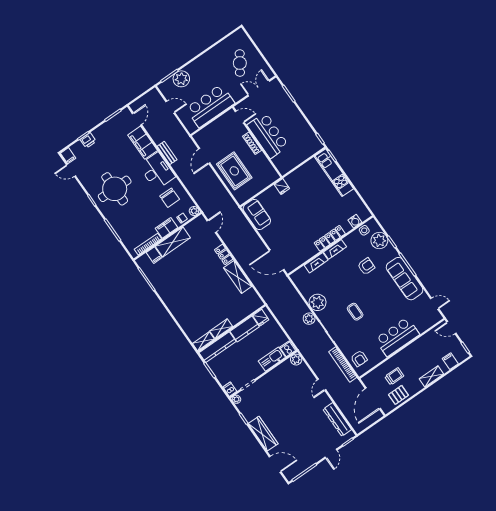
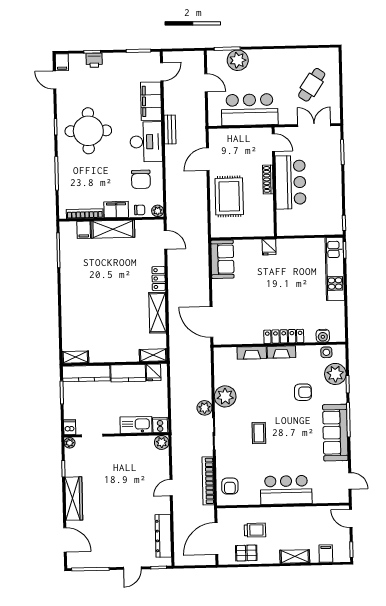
door: (212, 226) -> (165, 240), hinge flipped
shelving: (221, 329) -> (153, 355), moved

